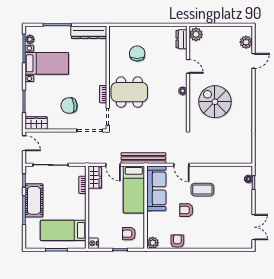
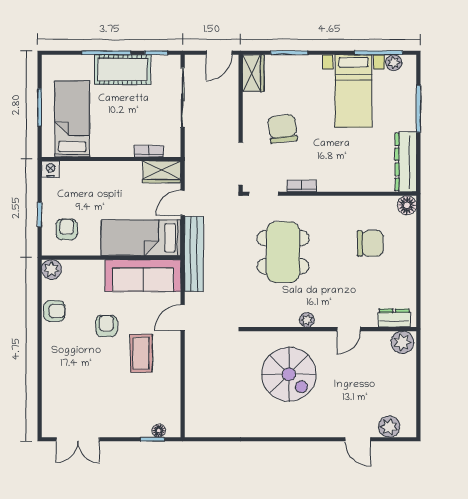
floor lamp: (115, 32) -> (407, 205), added
dining table: (129, 92) -> (283, 252), moved
spiral stairs: (215, 102) -> (289, 374), turned 90

